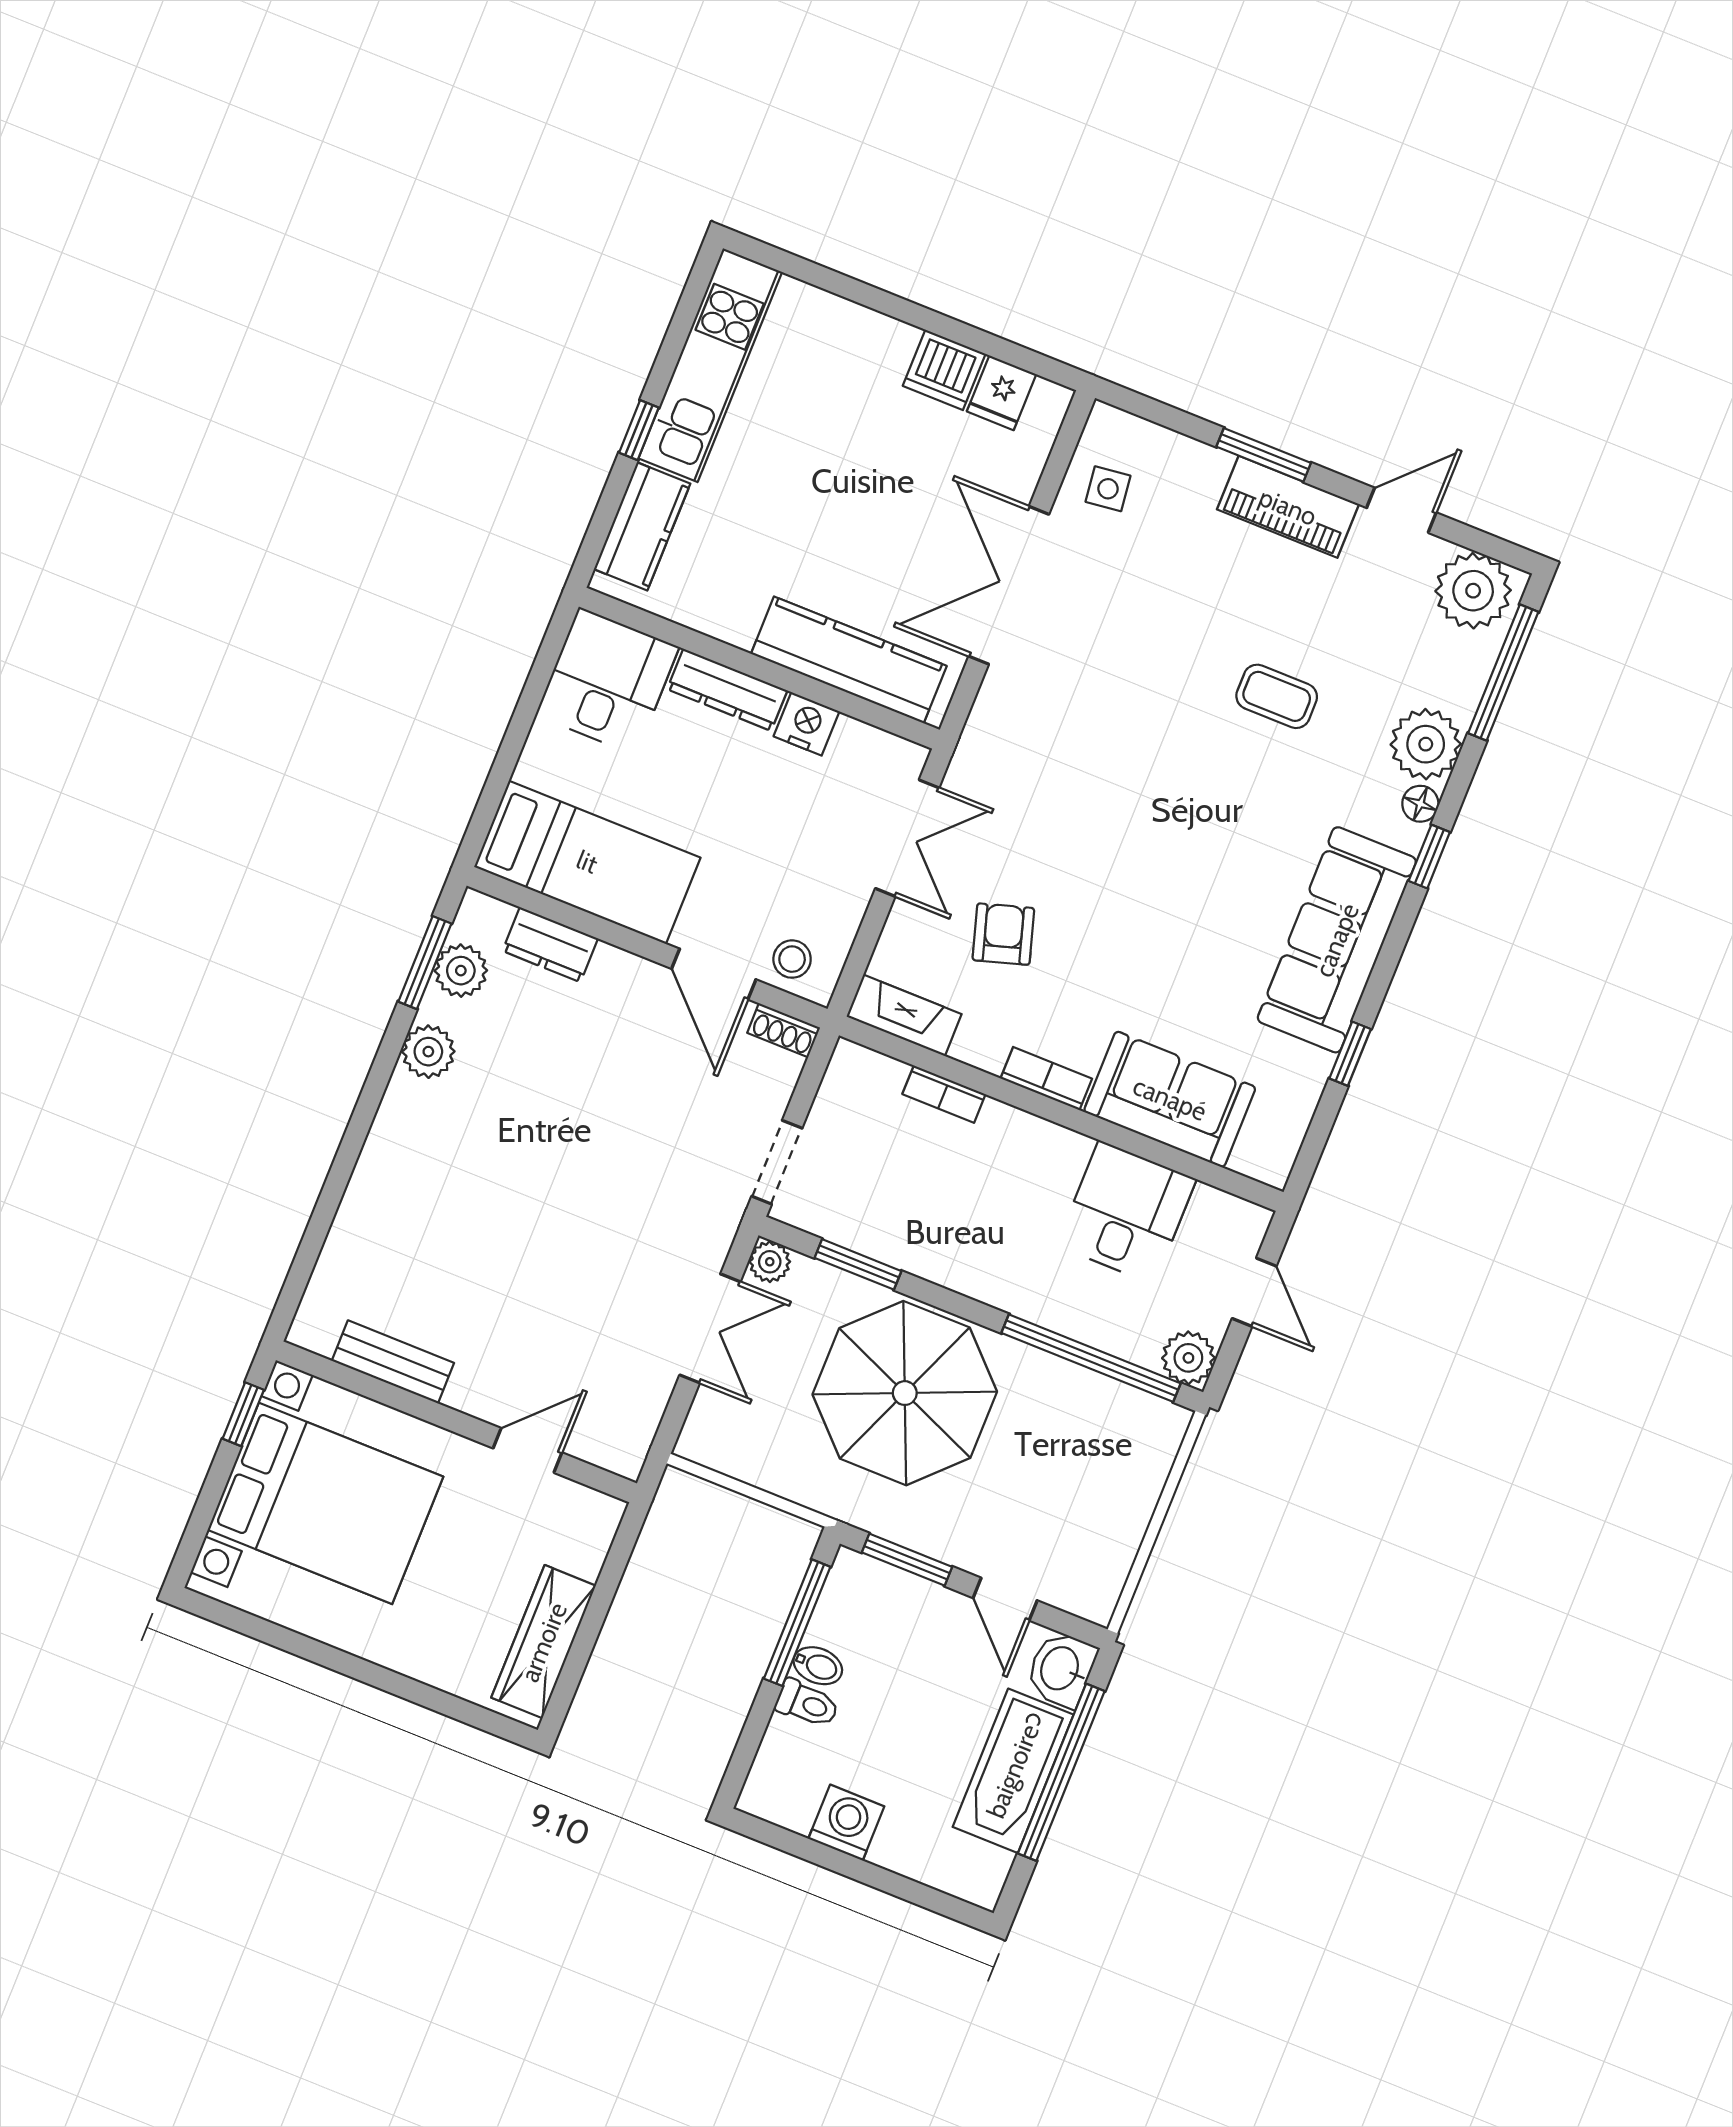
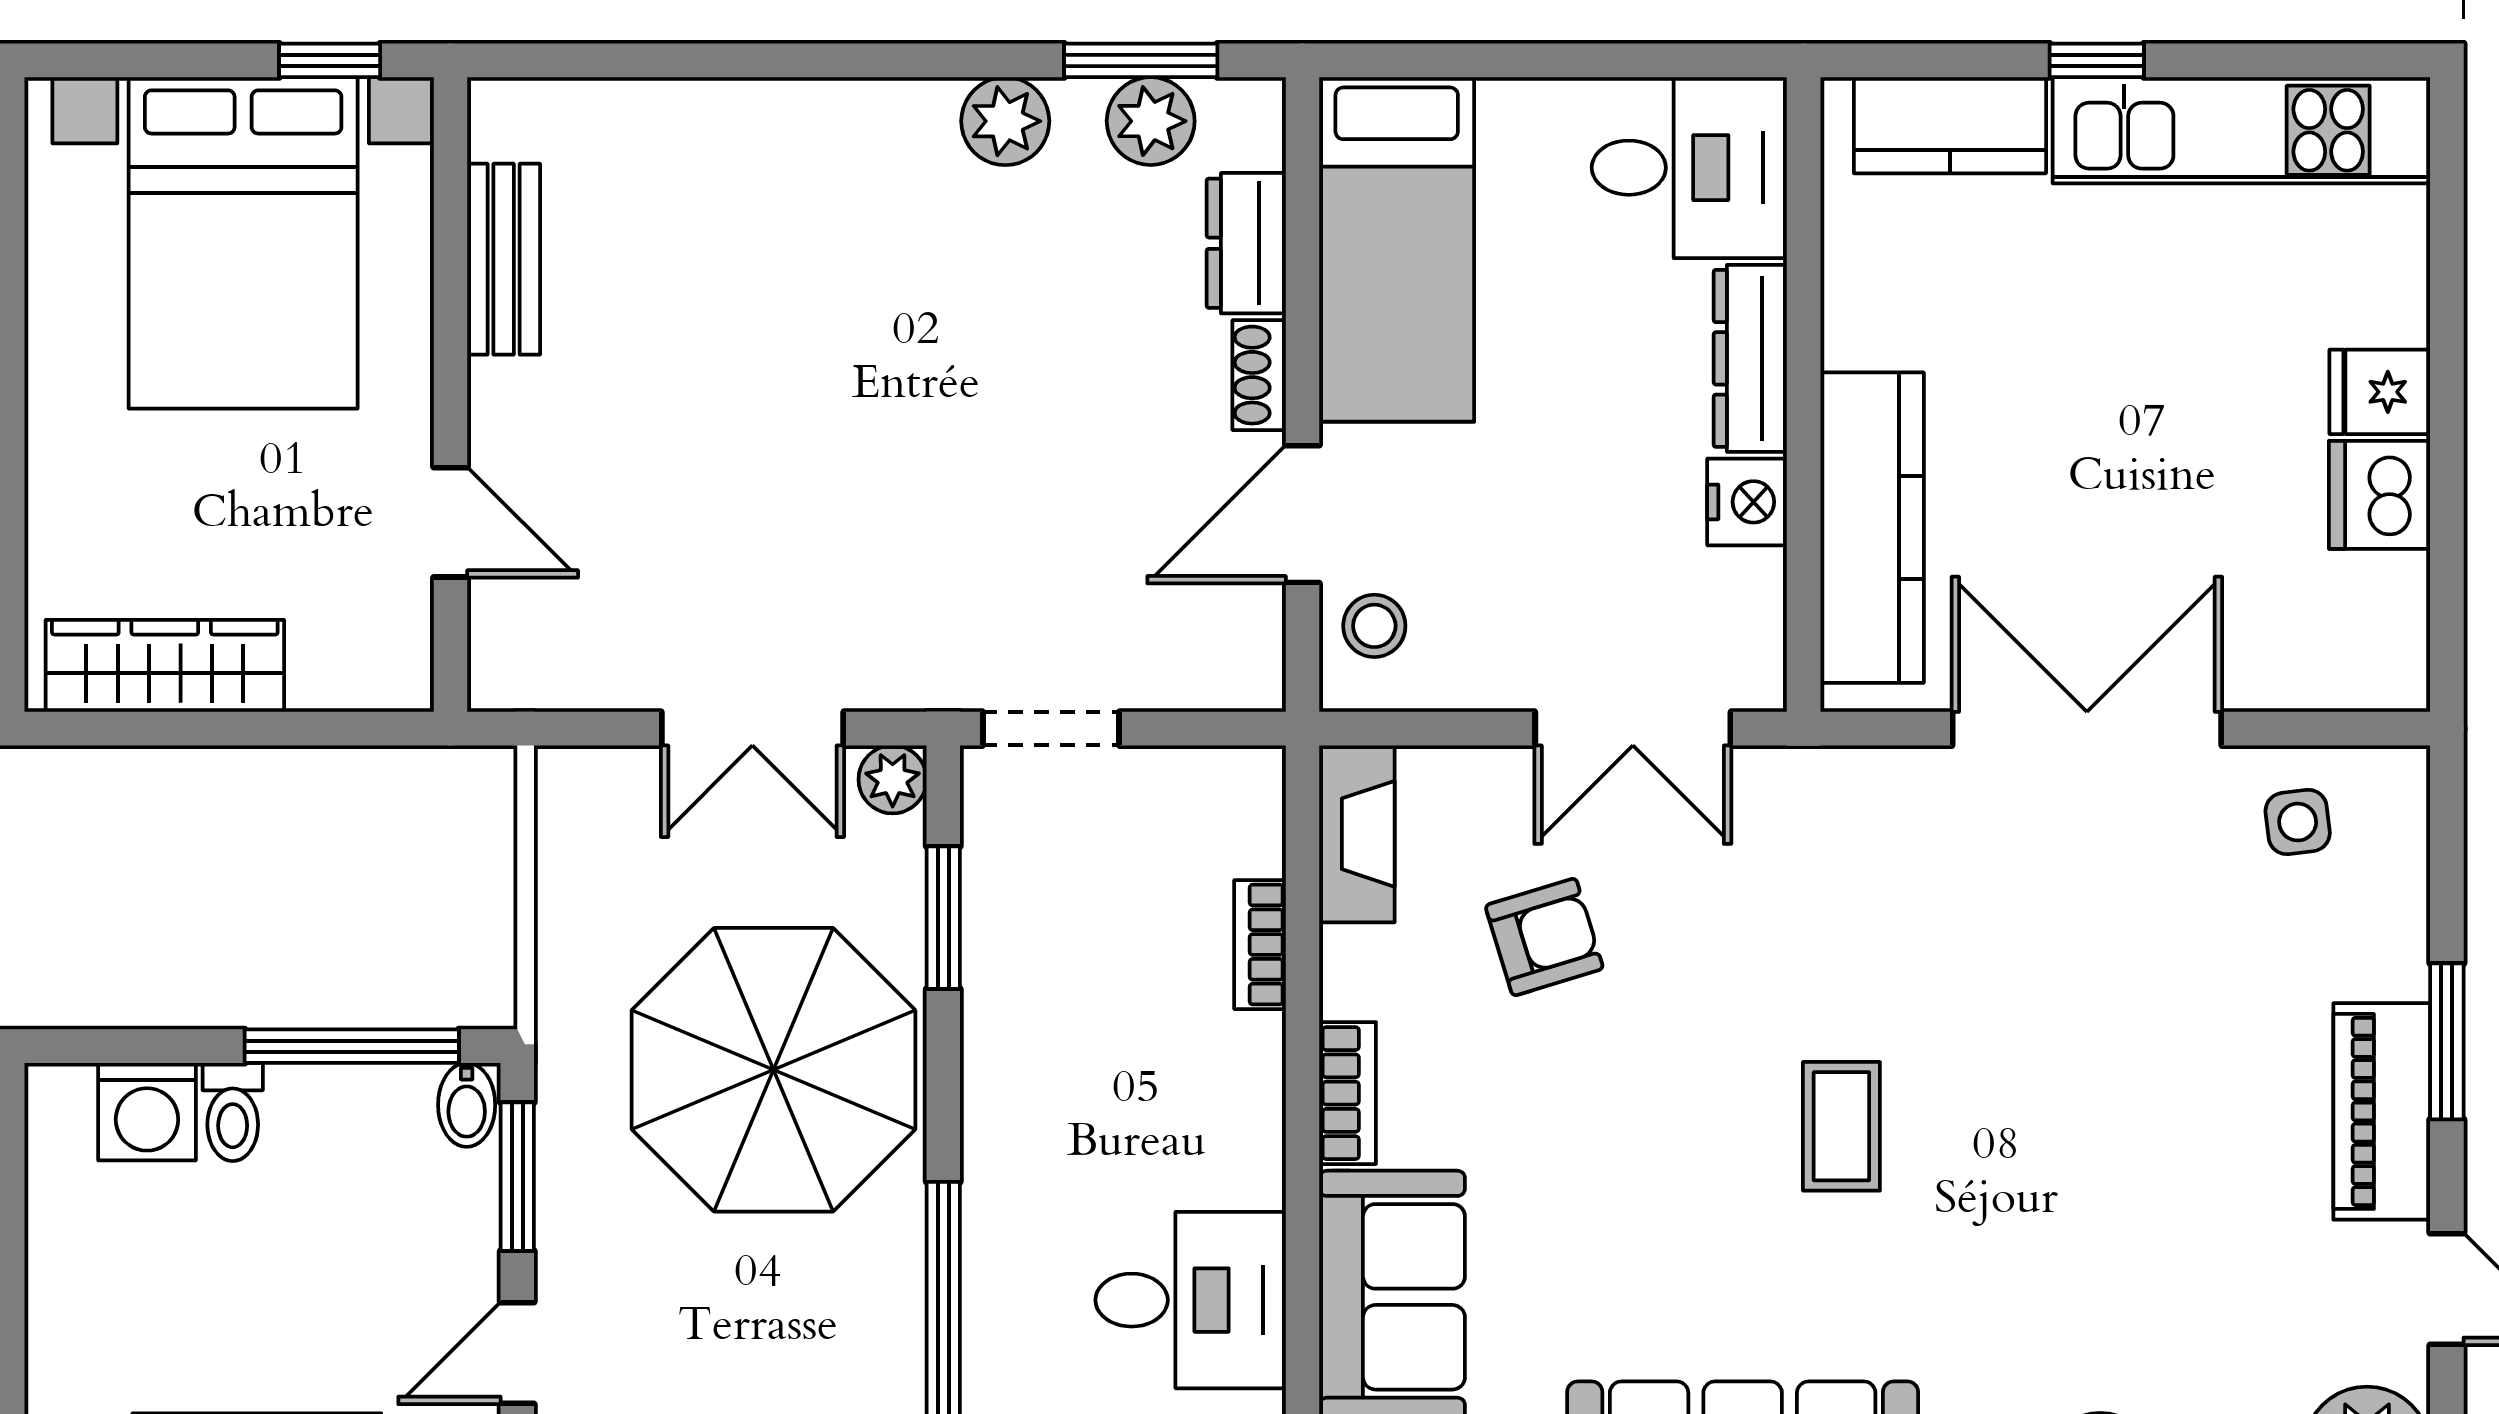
fridge: (1002, 393) -> (2380, 392), moved
coffee table: (1277, 696) -> (1841, 1126), moved
shoe rack: (784, 1030) -> (1259, 375), moved
bidet: (818, 1666) -> (467, 1105), moved
washing machine: (846, 1823) -> (147, 1112), moved, turned 90

